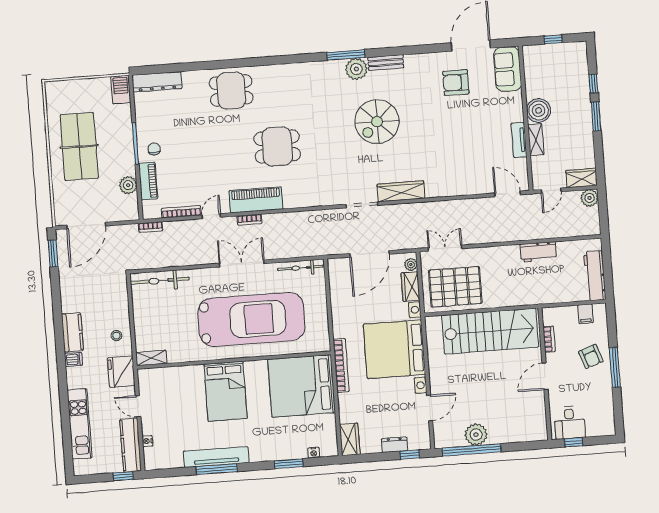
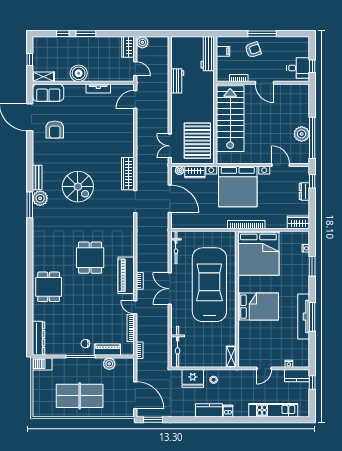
shelving: (536, 140) -> (43, 77), moved
workbench: (595, 276) -> (208, 54), moved, turned 90
fridge: (121, 372) -> (193, 378), moved
kitchen counter: (131, 445) -> (297, 376), width x0.67

